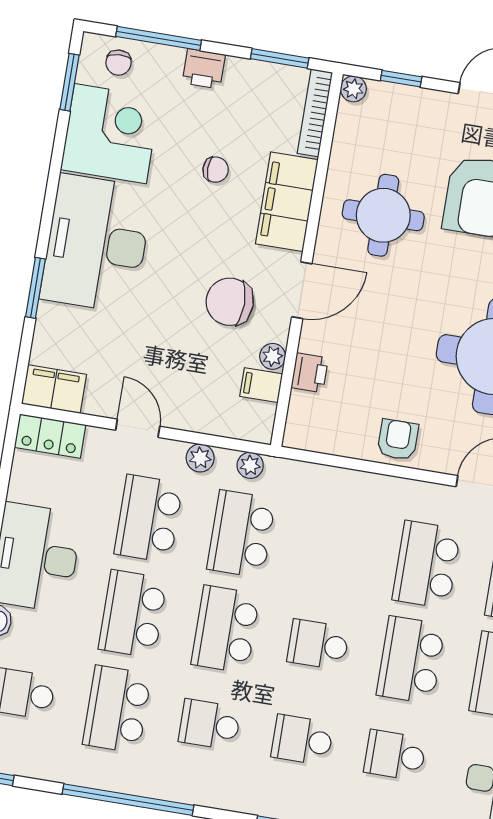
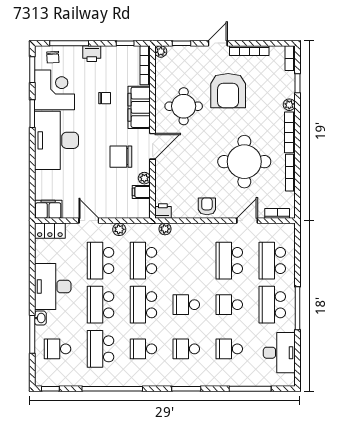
window: (280, 58) -> (125, 43), width x0.67
window: (35, 288) -> (32, 114), moved
printer: (310, 373) -> (163, 211), moved, turned -90
plant: (250, 465) -> (165, 229), moved
school desk: (411, 660) -> (229, 305), width x0.54

